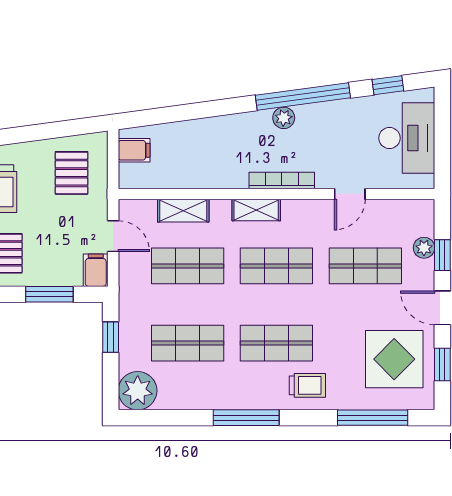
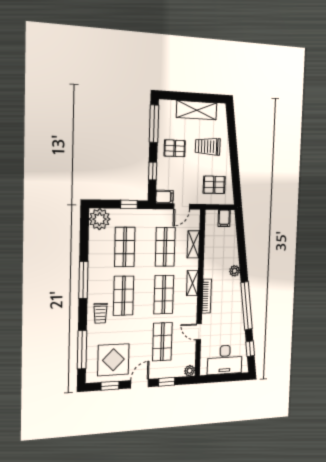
plant: (284, 118) -> (235, 271), moved
plant: (424, 248) -> (190, 371), moved
window: (49, 294) -> (153, 171), width x0.67

